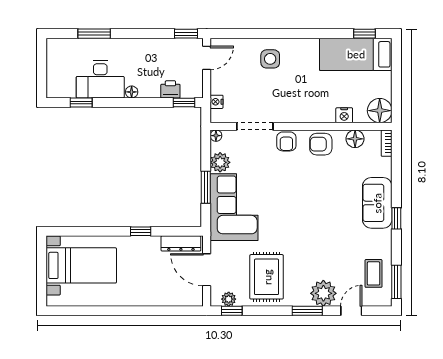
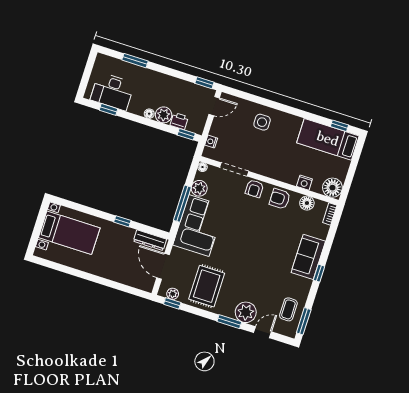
desk: (100, 79) -> (112, 91), moved
plant: (149, 88) -> (164, 115), added
window: (206, 187) -> (182, 204), width x1.44

